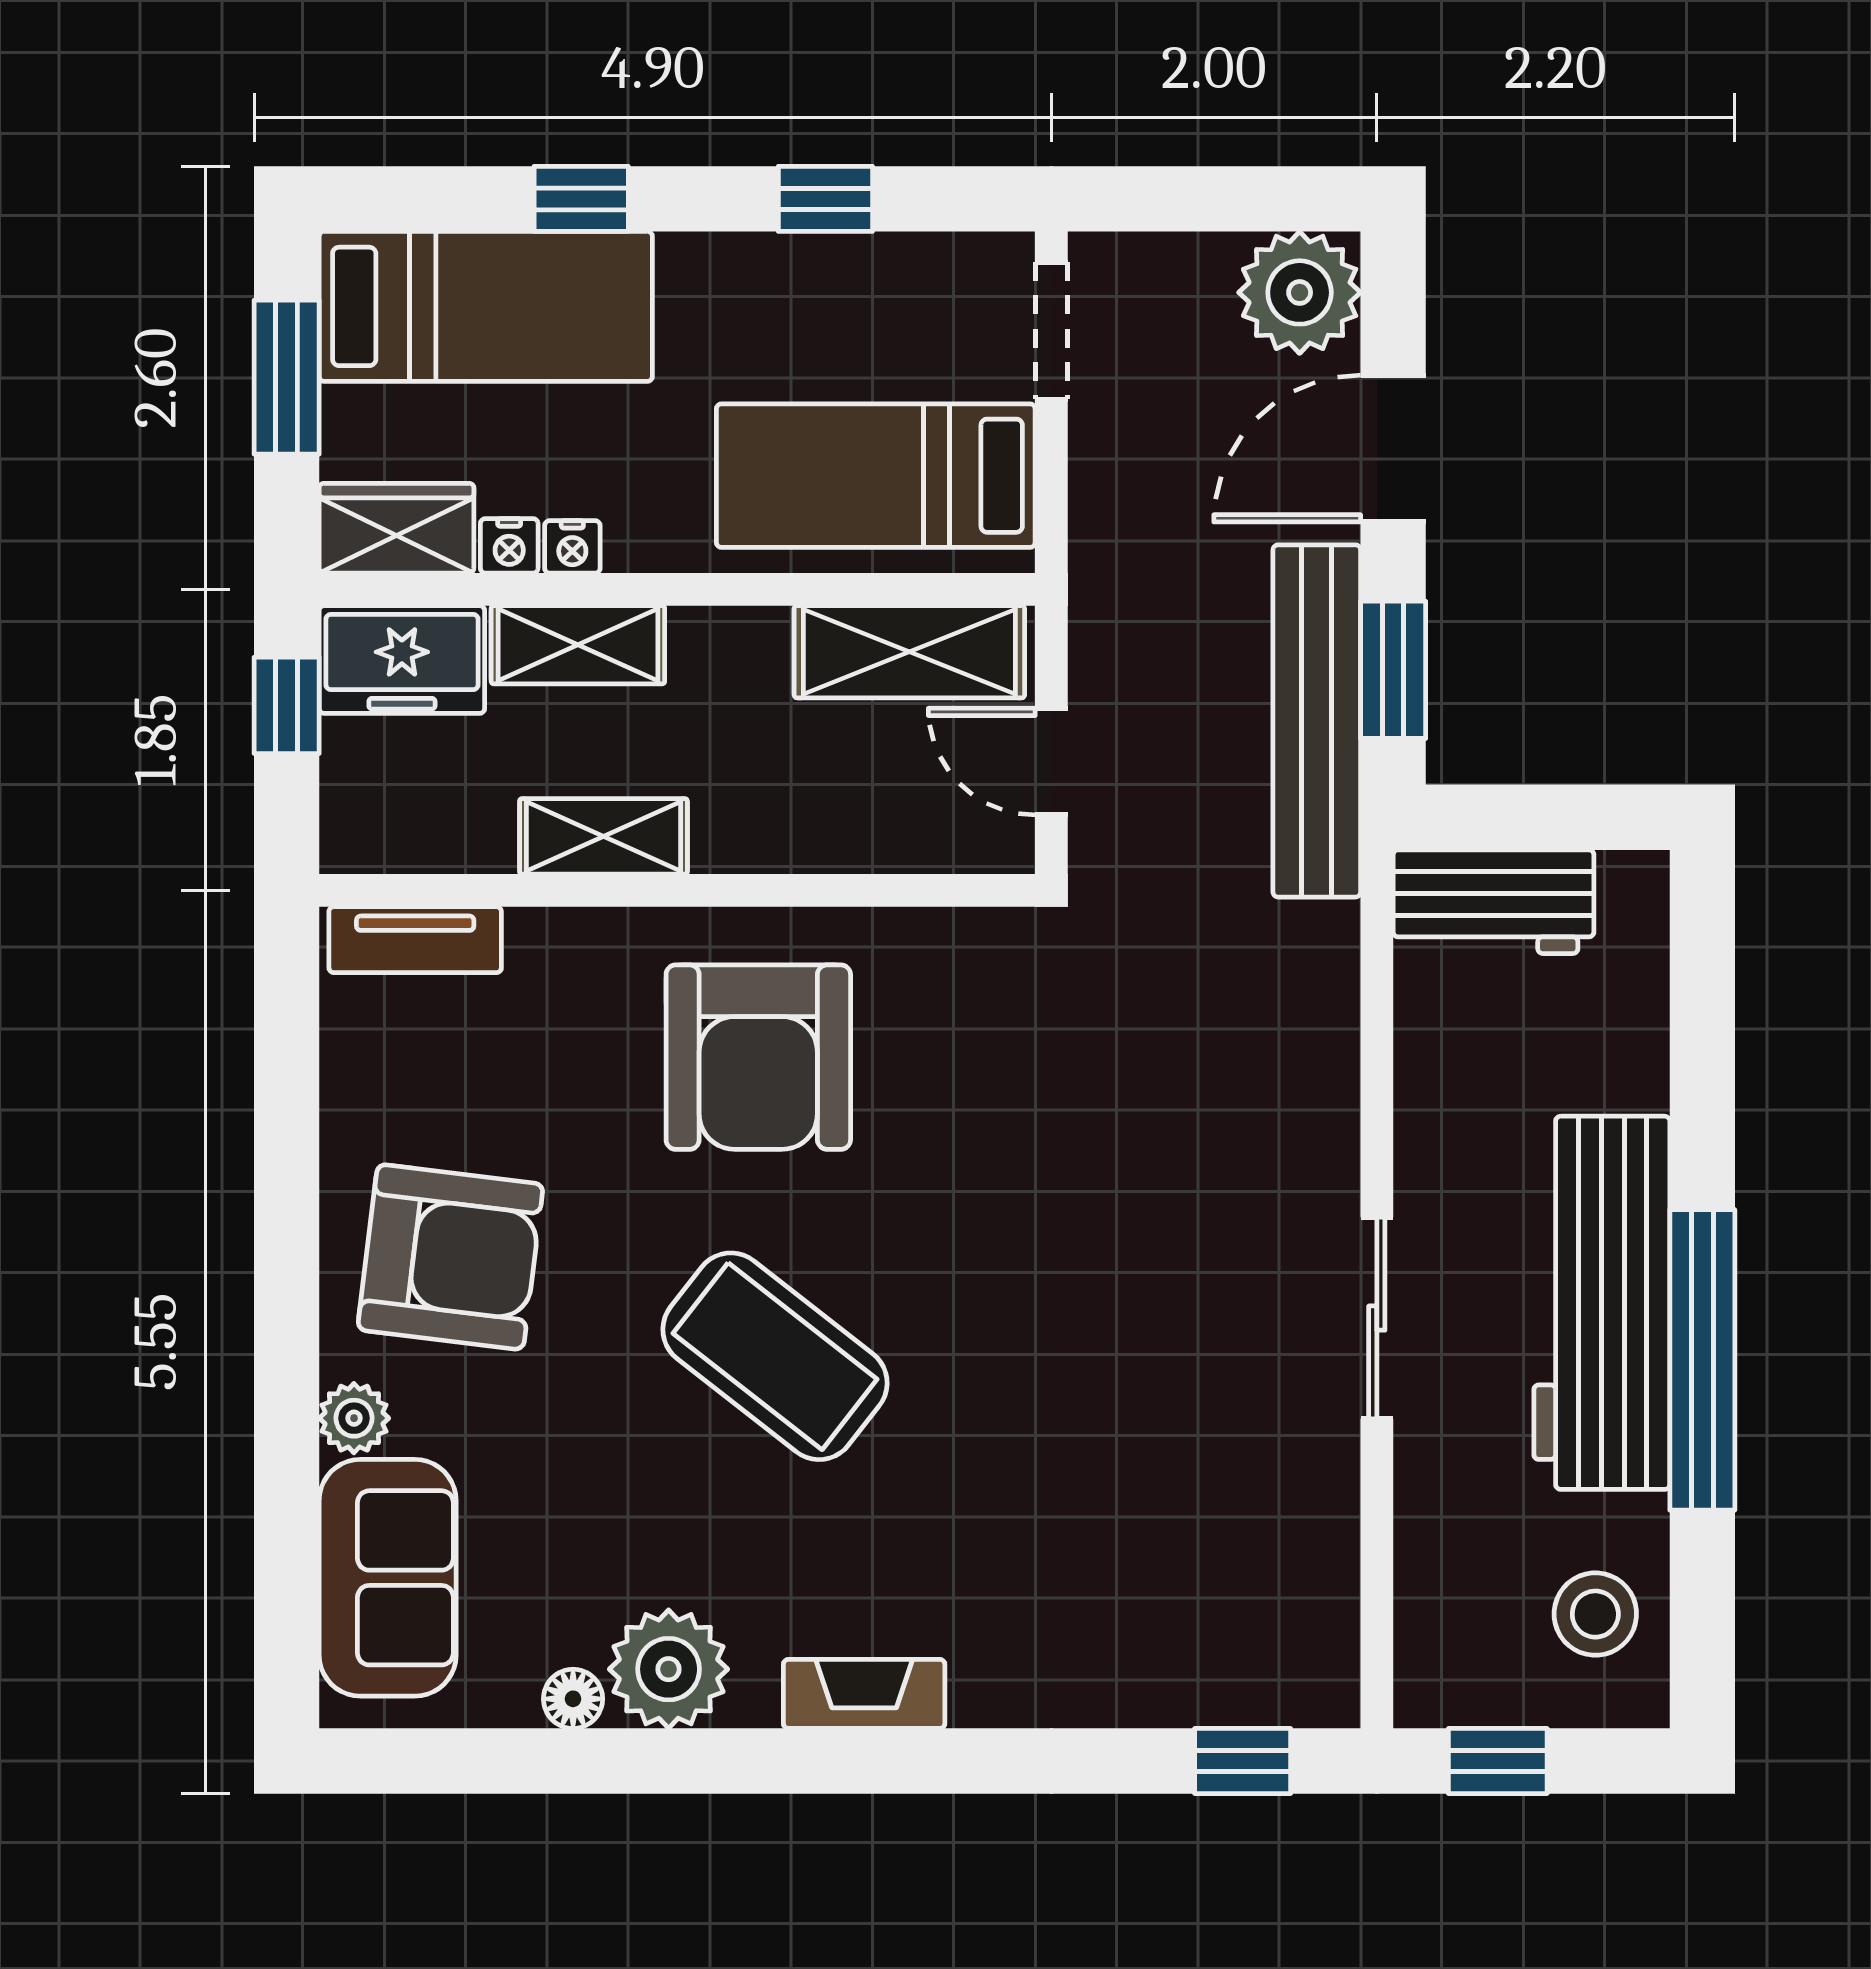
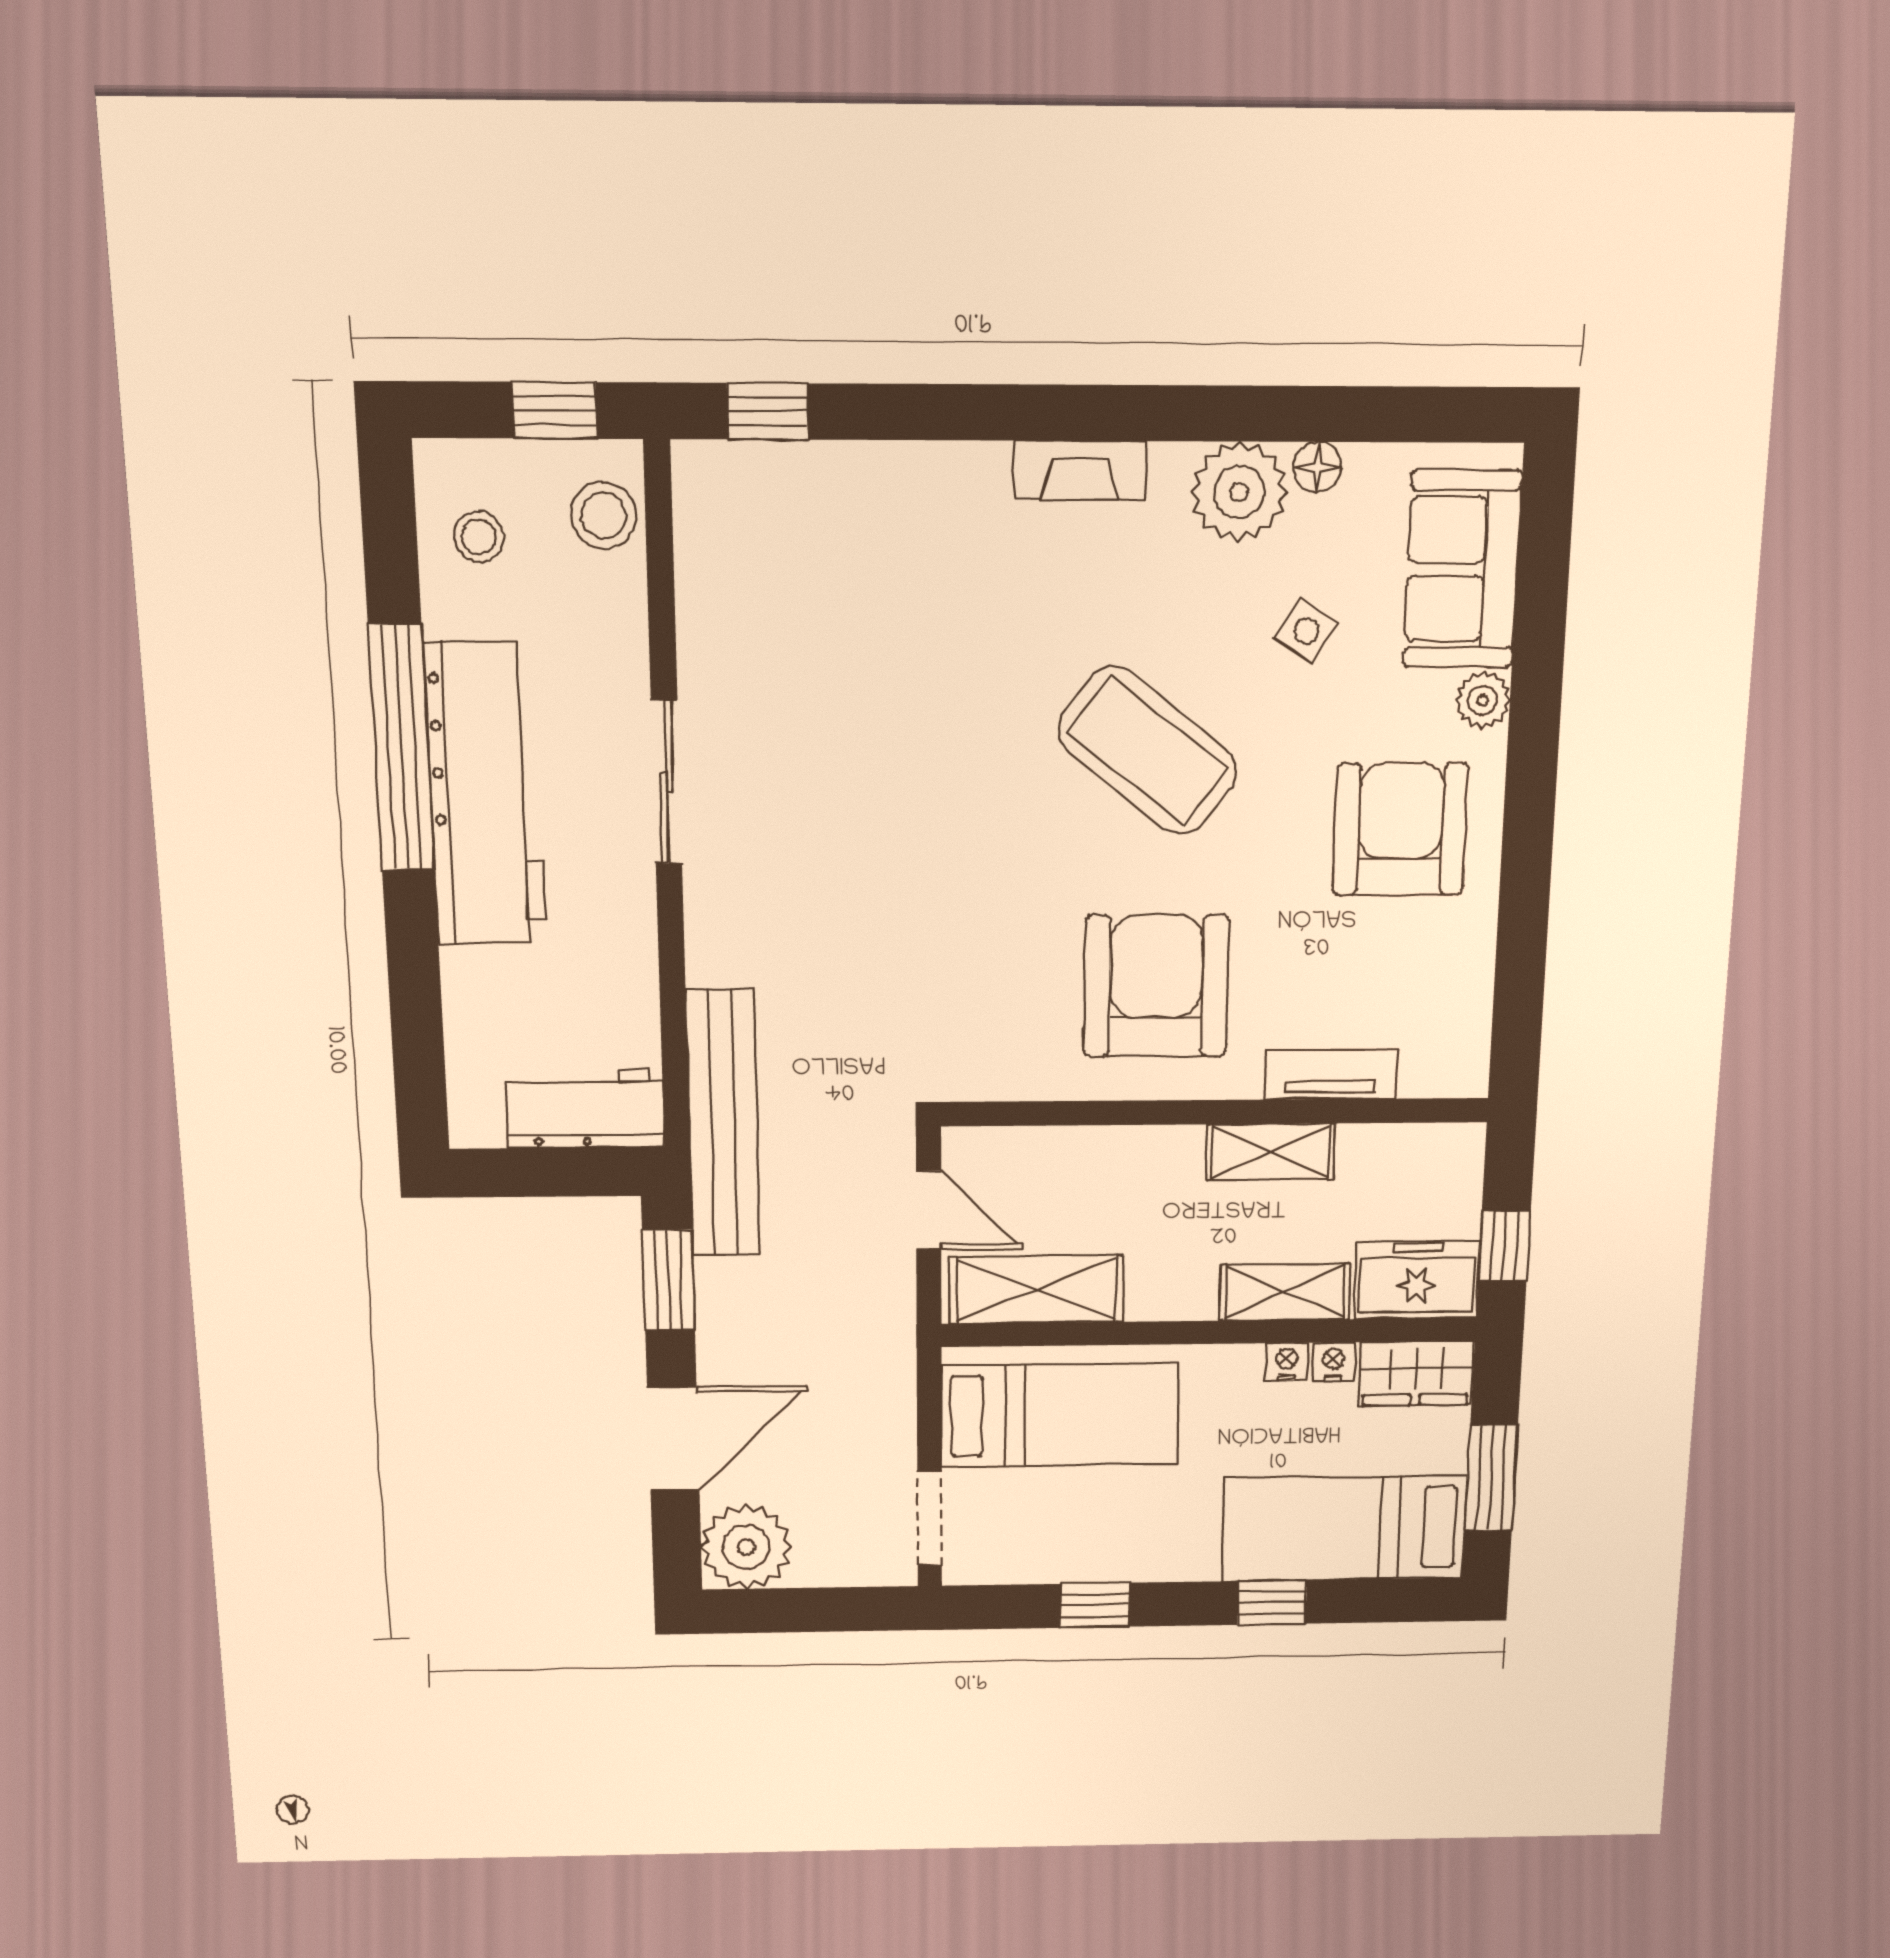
bench: (1317, 721) -> (723, 1124), moved
tv unit: (415, 940) -> (1331, 1074), moved
armchair: (450, 1257) -> (1401, 829), turned 83
side table: (580, 1503) -> (1306, 631), added
stool: (1595, 1614) -> (479, 537), width x0.73, depth x0.73
stool: (1443, 1639) -> (604, 516), added

